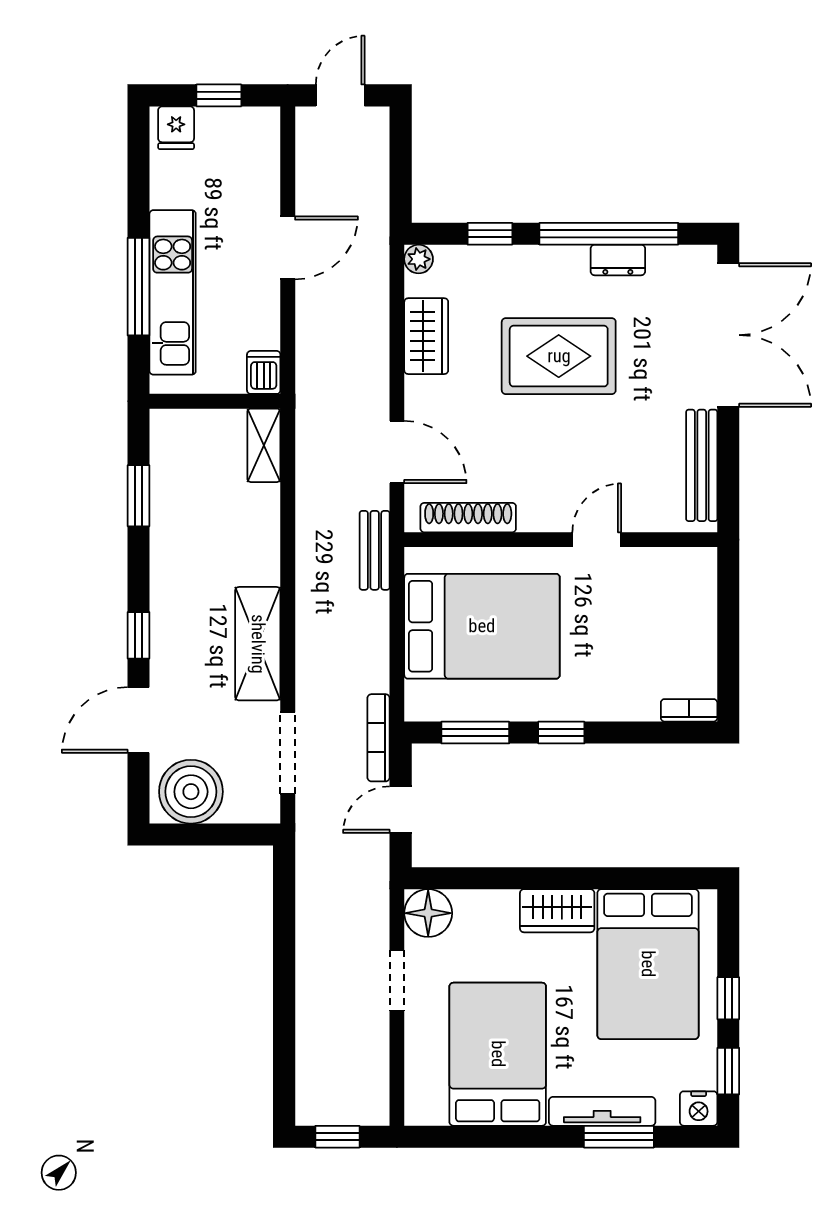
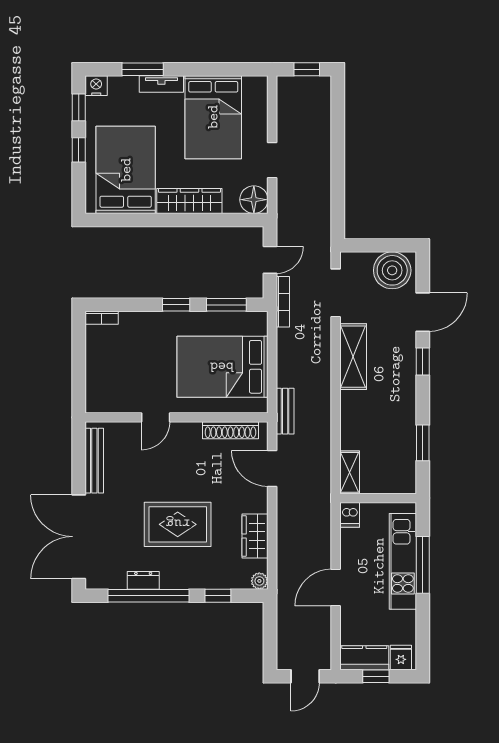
kitchen counter: (239, 127) -> (364, 658), added
wardrobe: (557, 911) -> (189, 201), width x1.50
tv unit: (602, 1111) -> (161, 84), width x0.71

